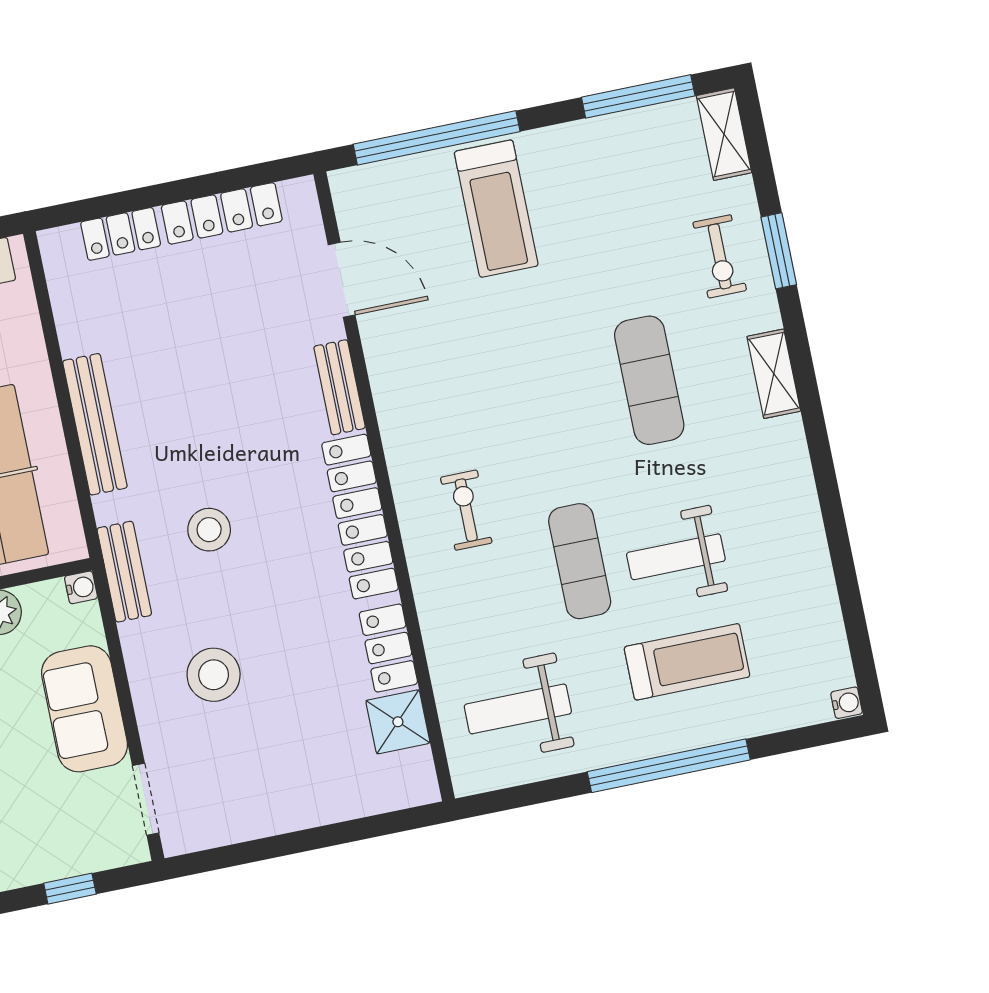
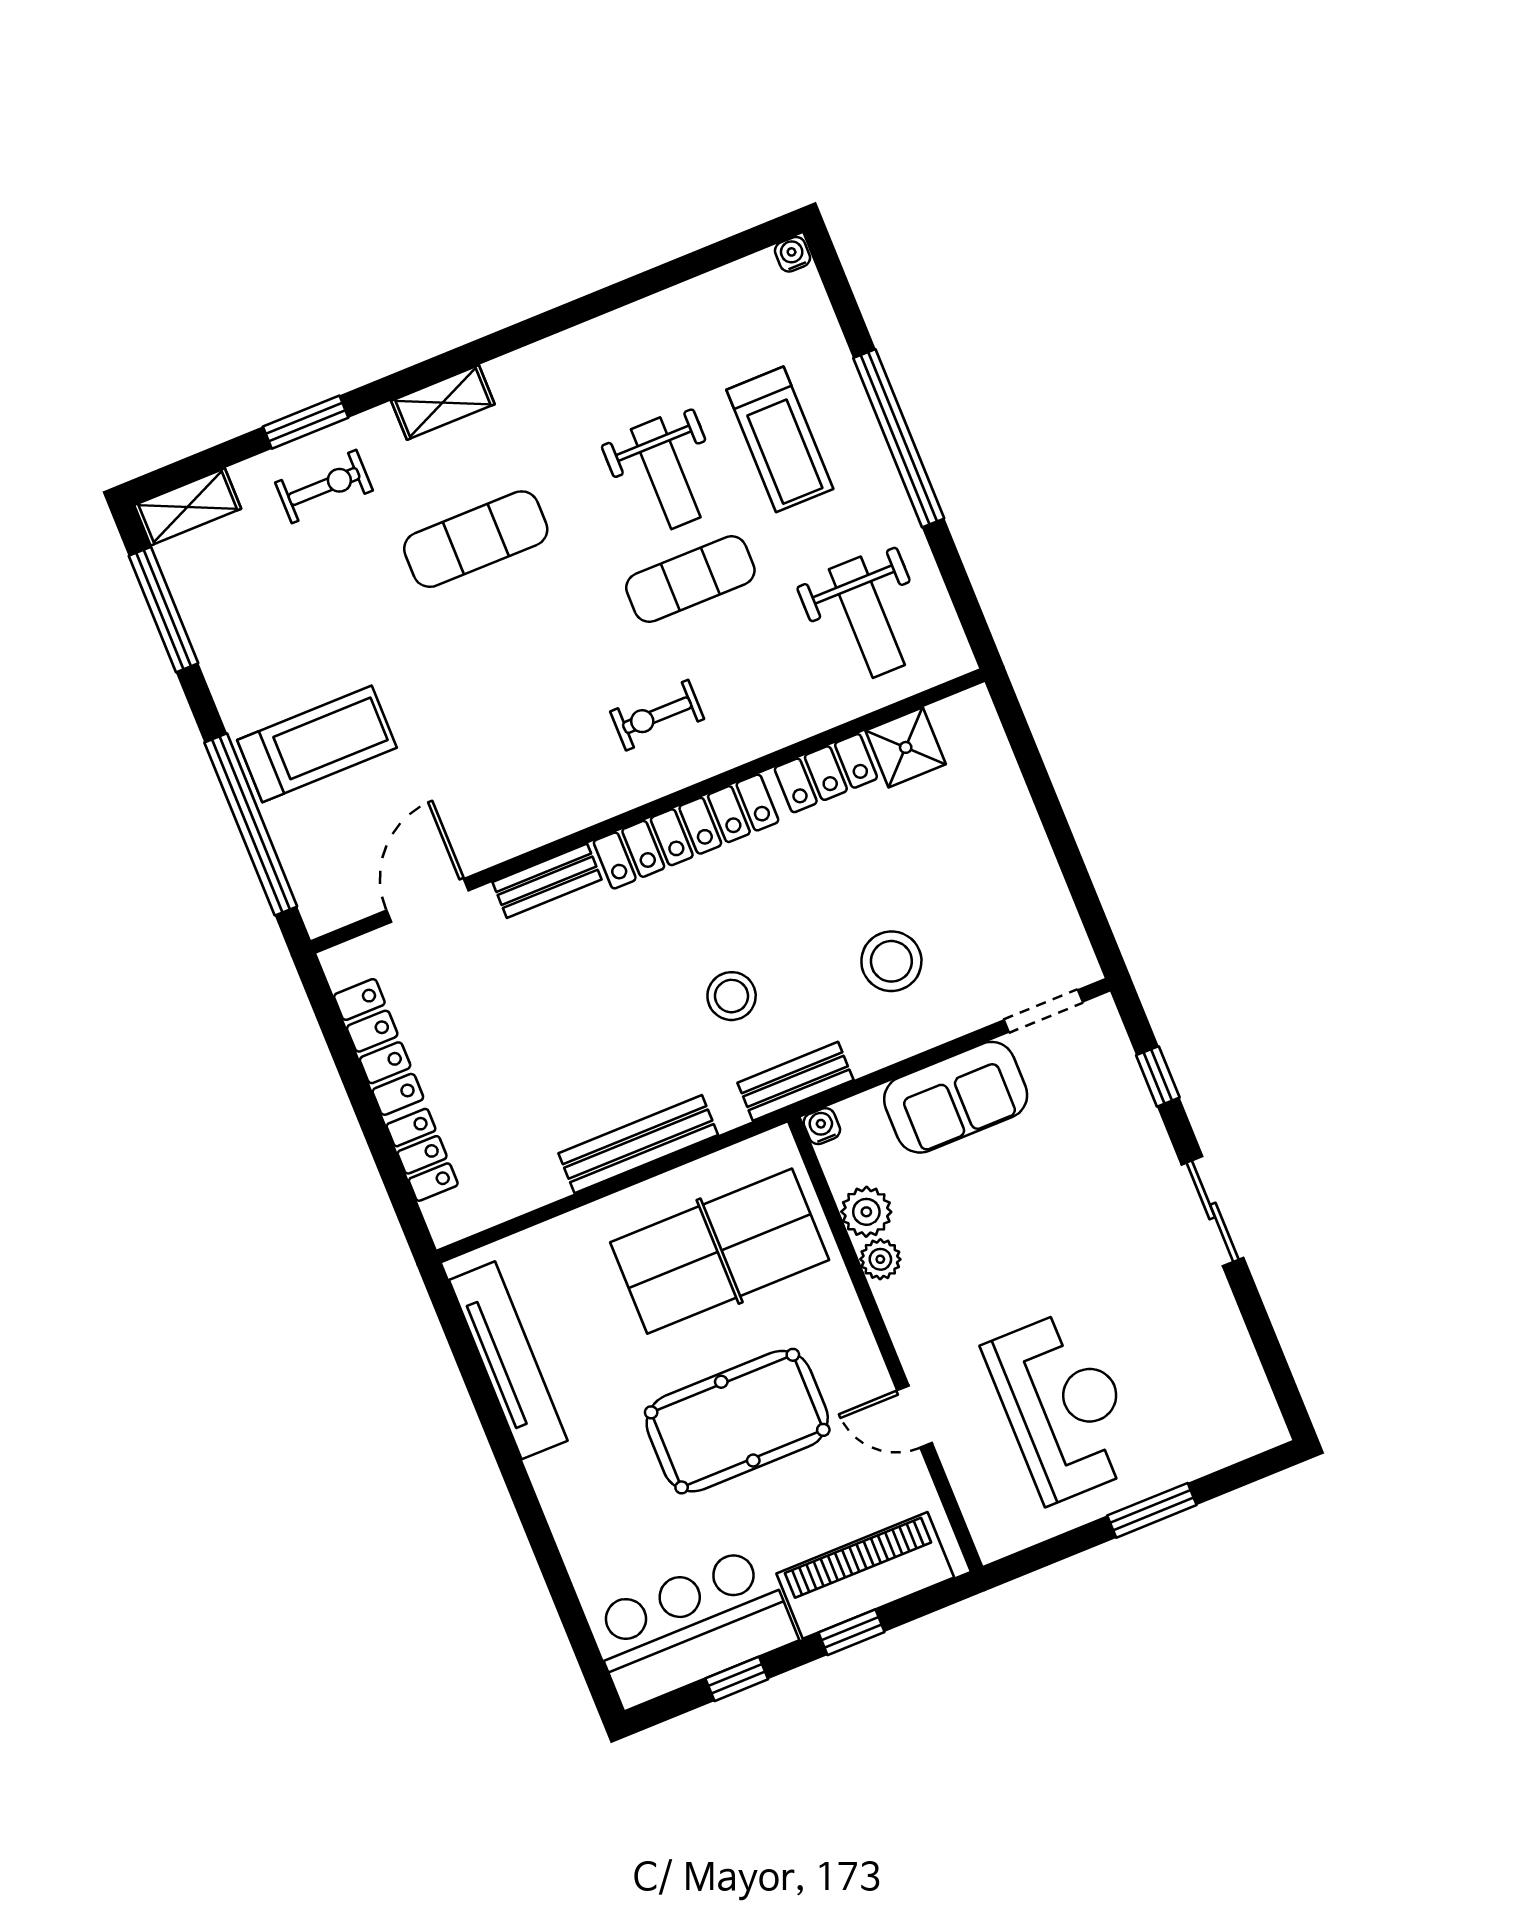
treadmill: (687, 662) -> (780, 439), turned 180

